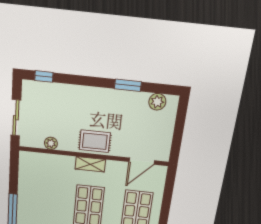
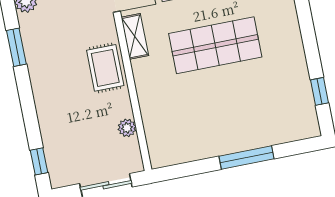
shelving: (90, 164) -> (135, 36), moved

